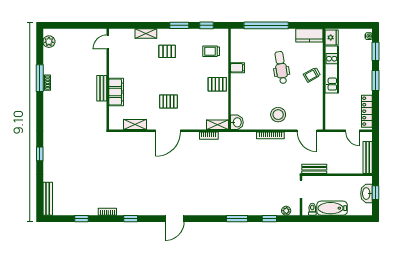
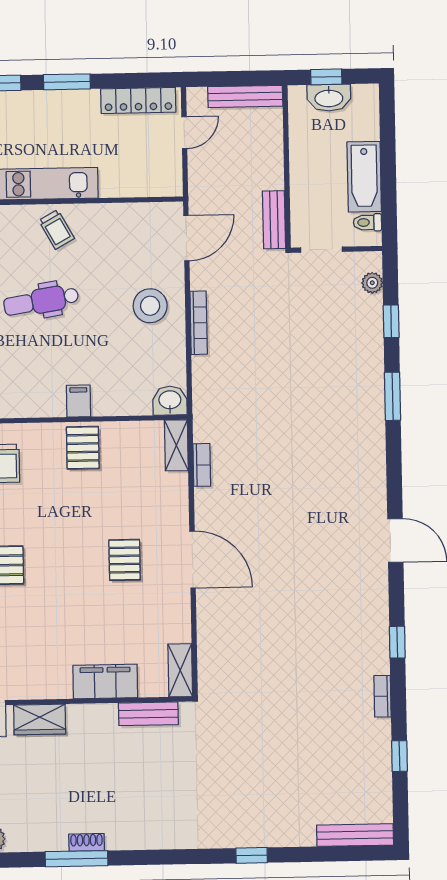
wardrobe: (100, 63) -> (40, 719), added
filing cabinet: (238, 68) -> (79, 401), moved
bench: (102, 88) -> (148, 714), moved
shelving: (135, 125) -> (180, 670), moved

